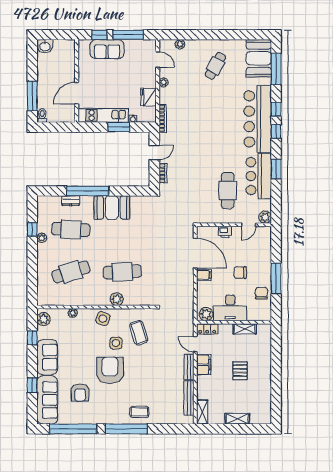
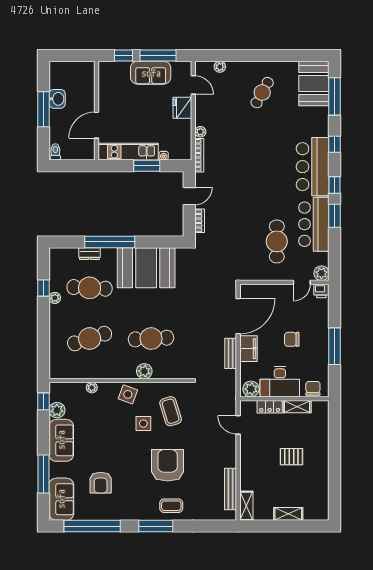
washbasin: (45, 46) -> (57, 99), moved, turned -90
sofa: (107, 49) -> (151, 73), moved
plant: (164, 82) -> (200, 132), moved
window: (32, 96) -> (43, 109), moved
fridge: (149, 97) -> (182, 108), moved
bar counter: (258, 119) -> (313, 167), width x0.73
window: (276, 132) -> (335, 185), moved
booth: (112, 208) -> (146, 268), width x1.36, depth x1.42
printer: (225, 232) -> (321, 291), moved
door: (195, 253) -> (238, 316), hinge flipped
filing cabinet: (204, 275) -> (248, 349), width x2.00
chair: (261, 293) -> (313, 388), moved
plant: (44, 319) -> (57, 410), moved
locker: (207, 329) -> (270, 407), moved
window: (32, 338) -> (43, 401), moved
filing cabinet: (204, 365) -> (248, 449), removed
bench: (189, 367) -> (231, 353), moved
armchair: (110, 370) -> (168, 465), moved
pallet: (240, 371) -> (291, 457), turned 90
window: (32, 385) -> (43, 474), width x2.17
sofa: (47, 400) -> (61, 499), width x0.73
window: (126, 429) -> (156, 526), width x0.68

